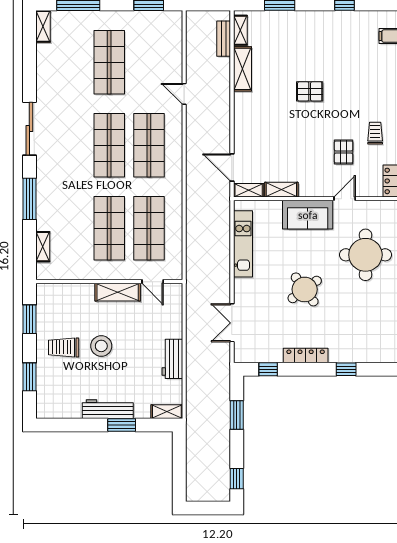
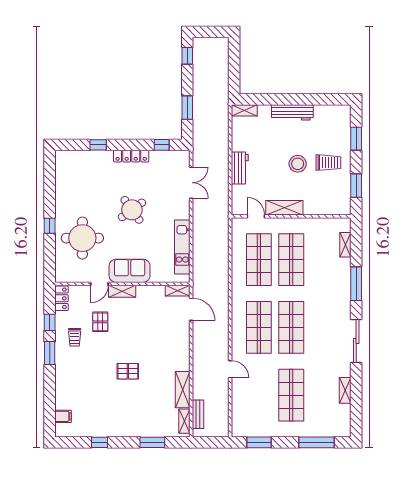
shelving: (43, 26) -> (345, 390), moved
shelving: (281, 190) -> (122, 291), moved
workbench: (172, 359) -> (240, 168), moved
window: (122, 425) -> (281, 99), removed

